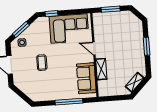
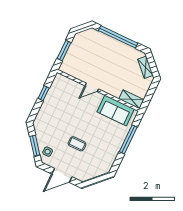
window: (52, 14) -> (44, 93), moved
corner sofa: (69, 28) -> (60, 100), removed
window: (147, 46) -> (118, 37), width x2.11
shelving: (101, 69) -> (131, 99), moved

